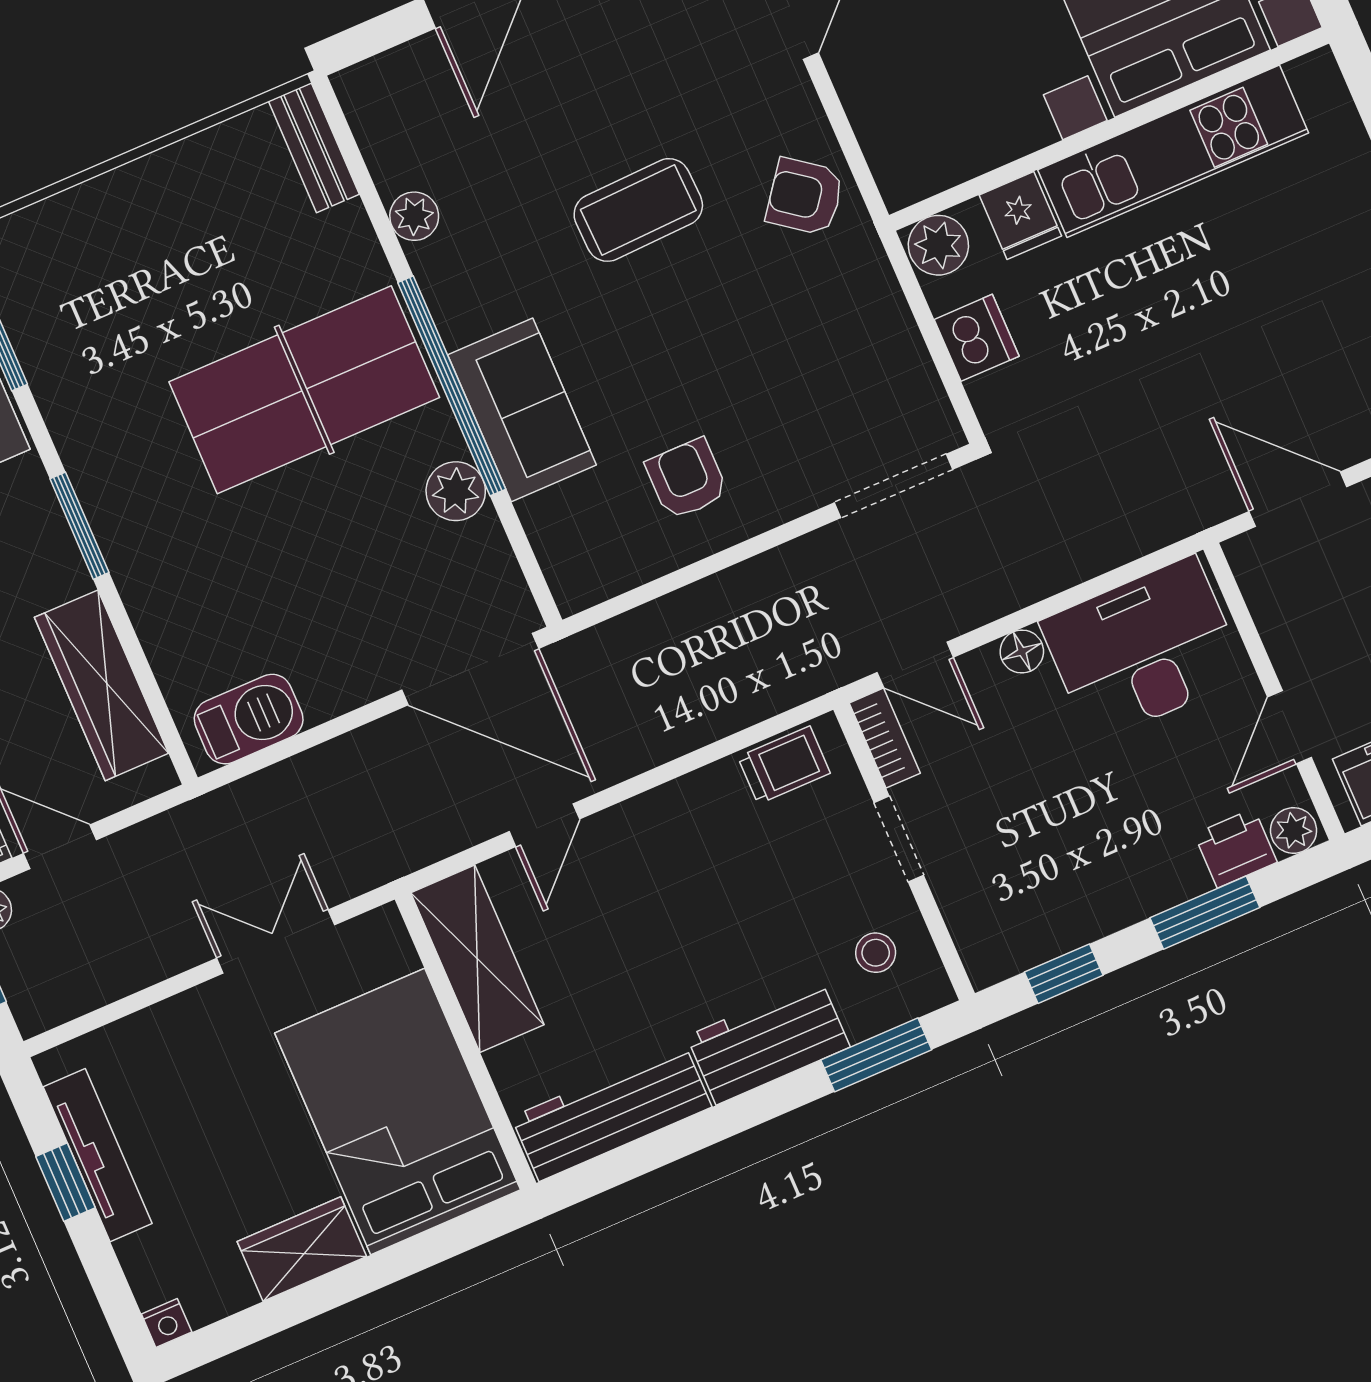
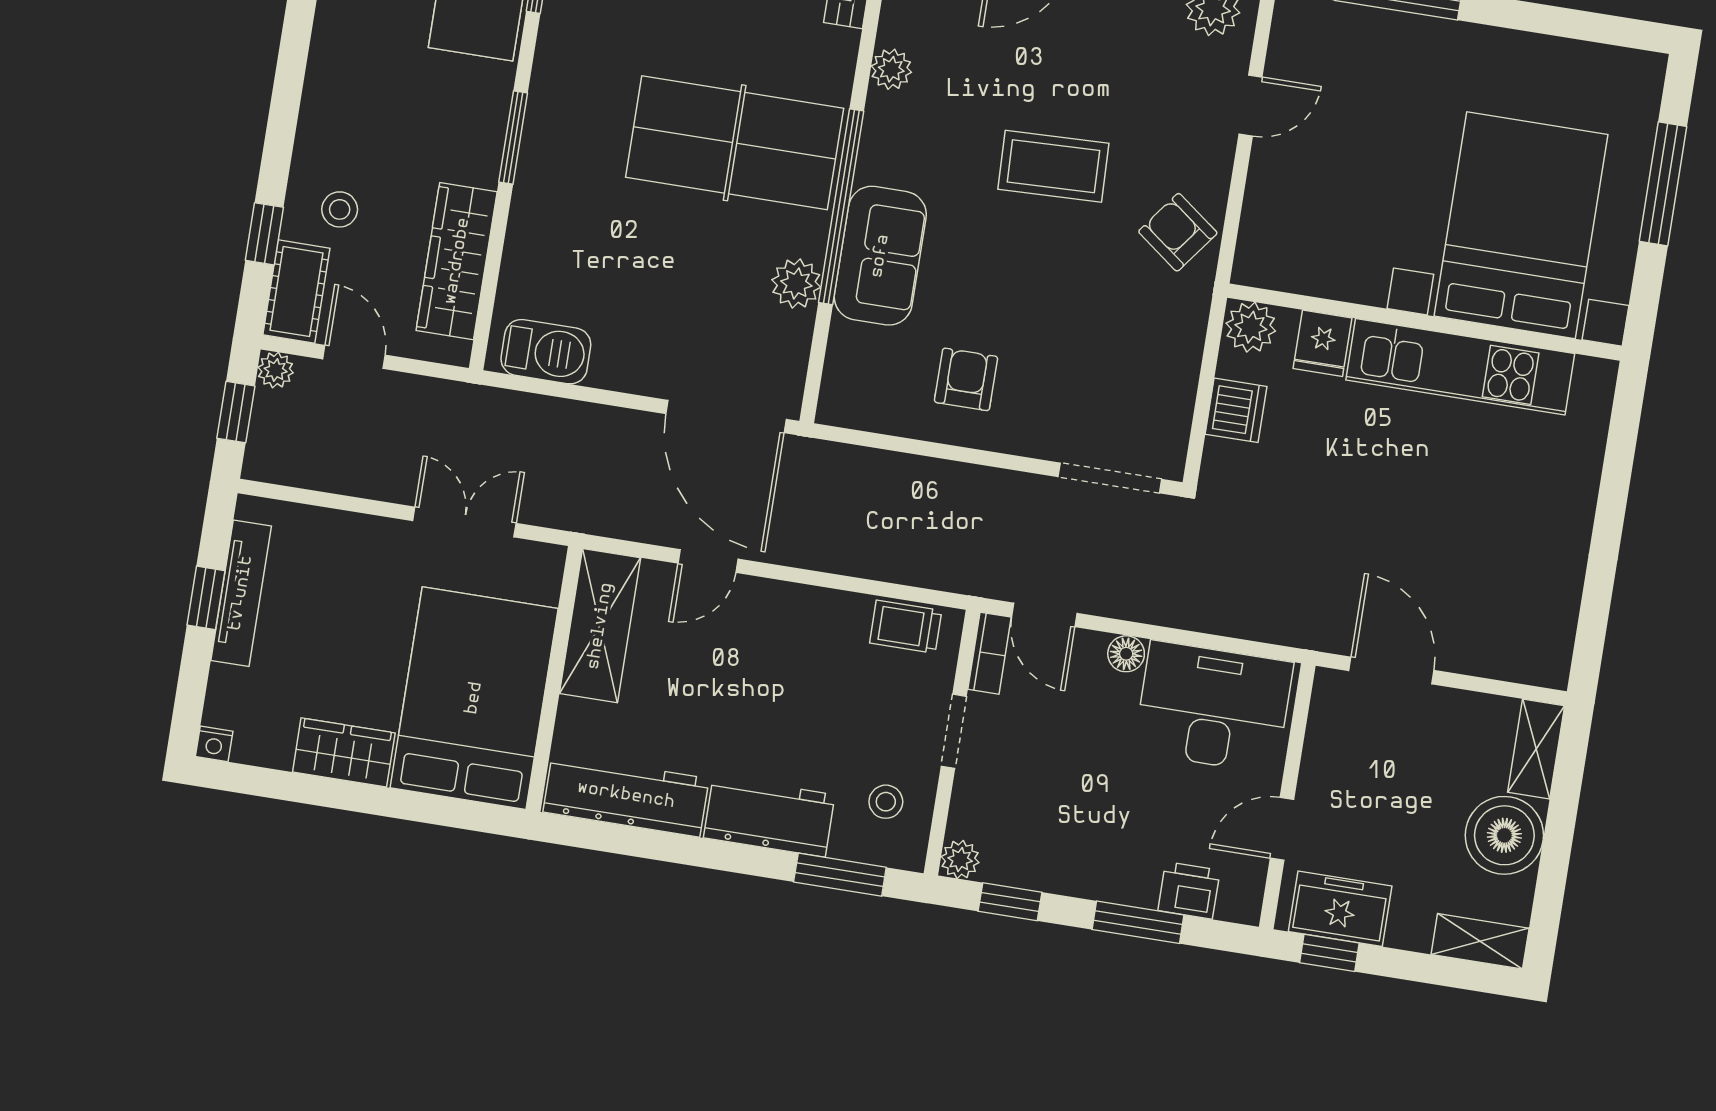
trolley: (784, 765) -> (906, 627), turned 180
plant: (1294, 831) -> (960, 860), moved

